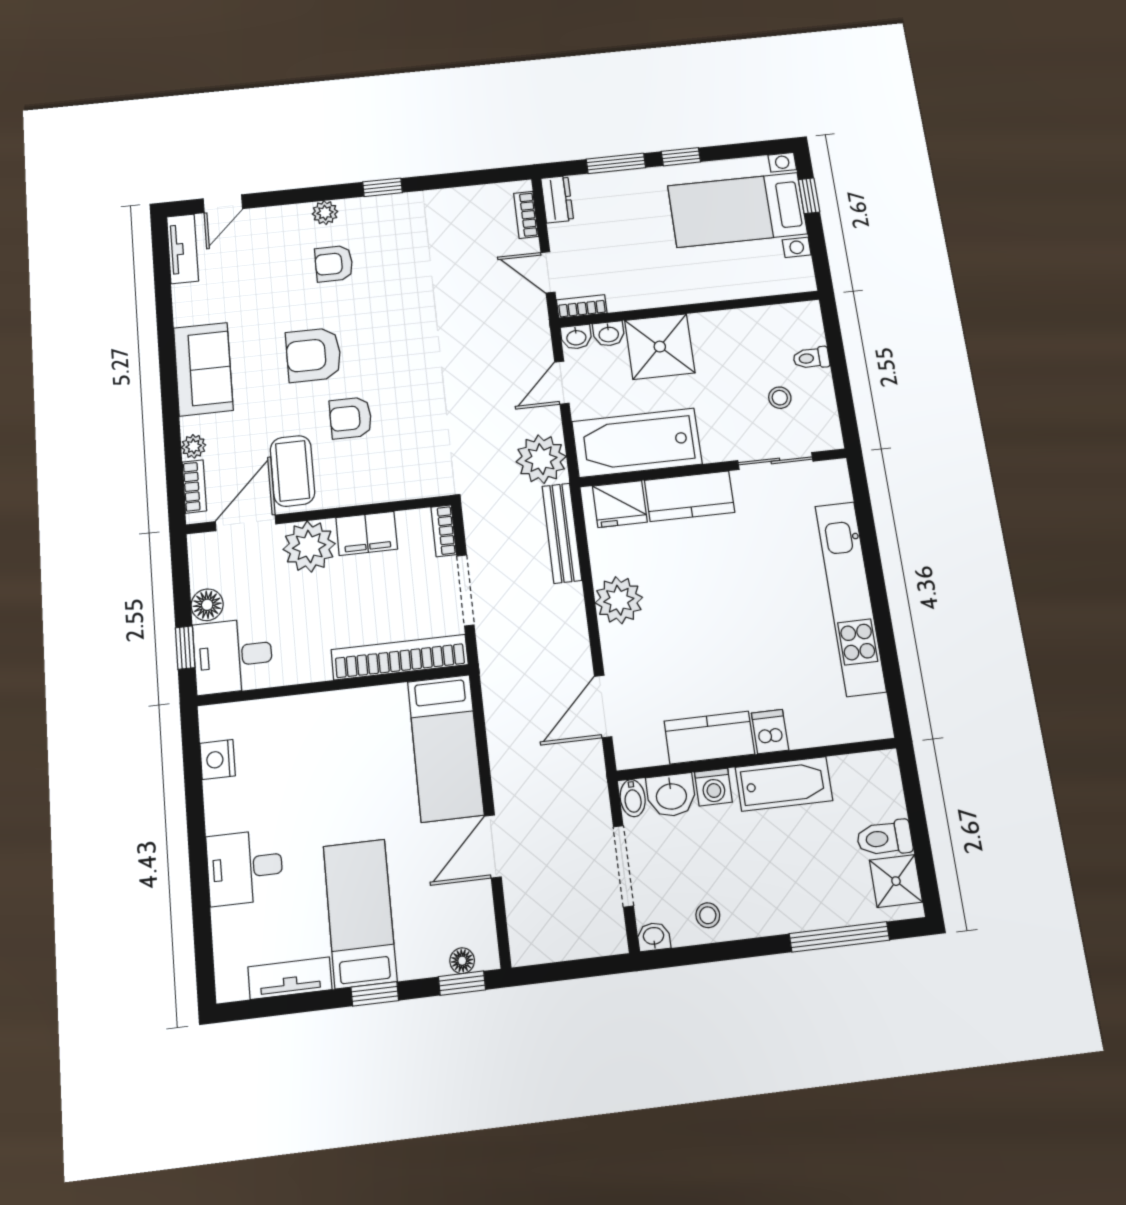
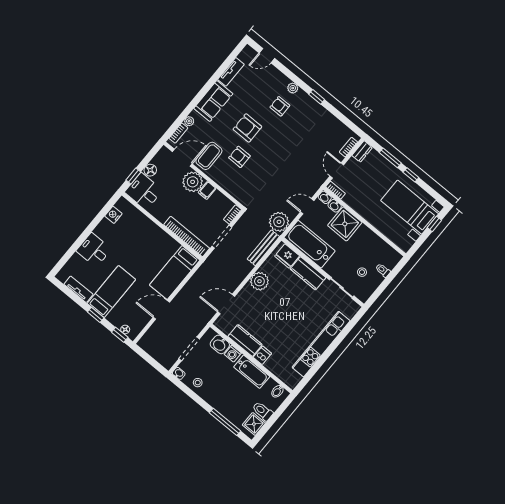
tv unit: (183, 249) -> (231, 72), moved
filing cabinet: (367, 533) -> (207, 190), width x0.50
bidet: (633, 798) -> (277, 391), moved

